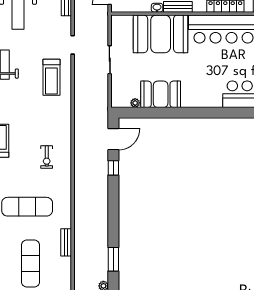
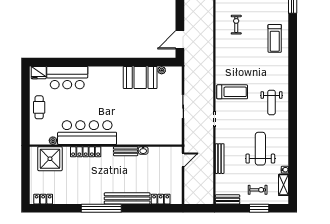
booth: (161, 34) -> (140, 128), removed
treadmill: (51, 77) -> (232, 92), turned 90
window: (113, 168) -> (180, 15), removed

